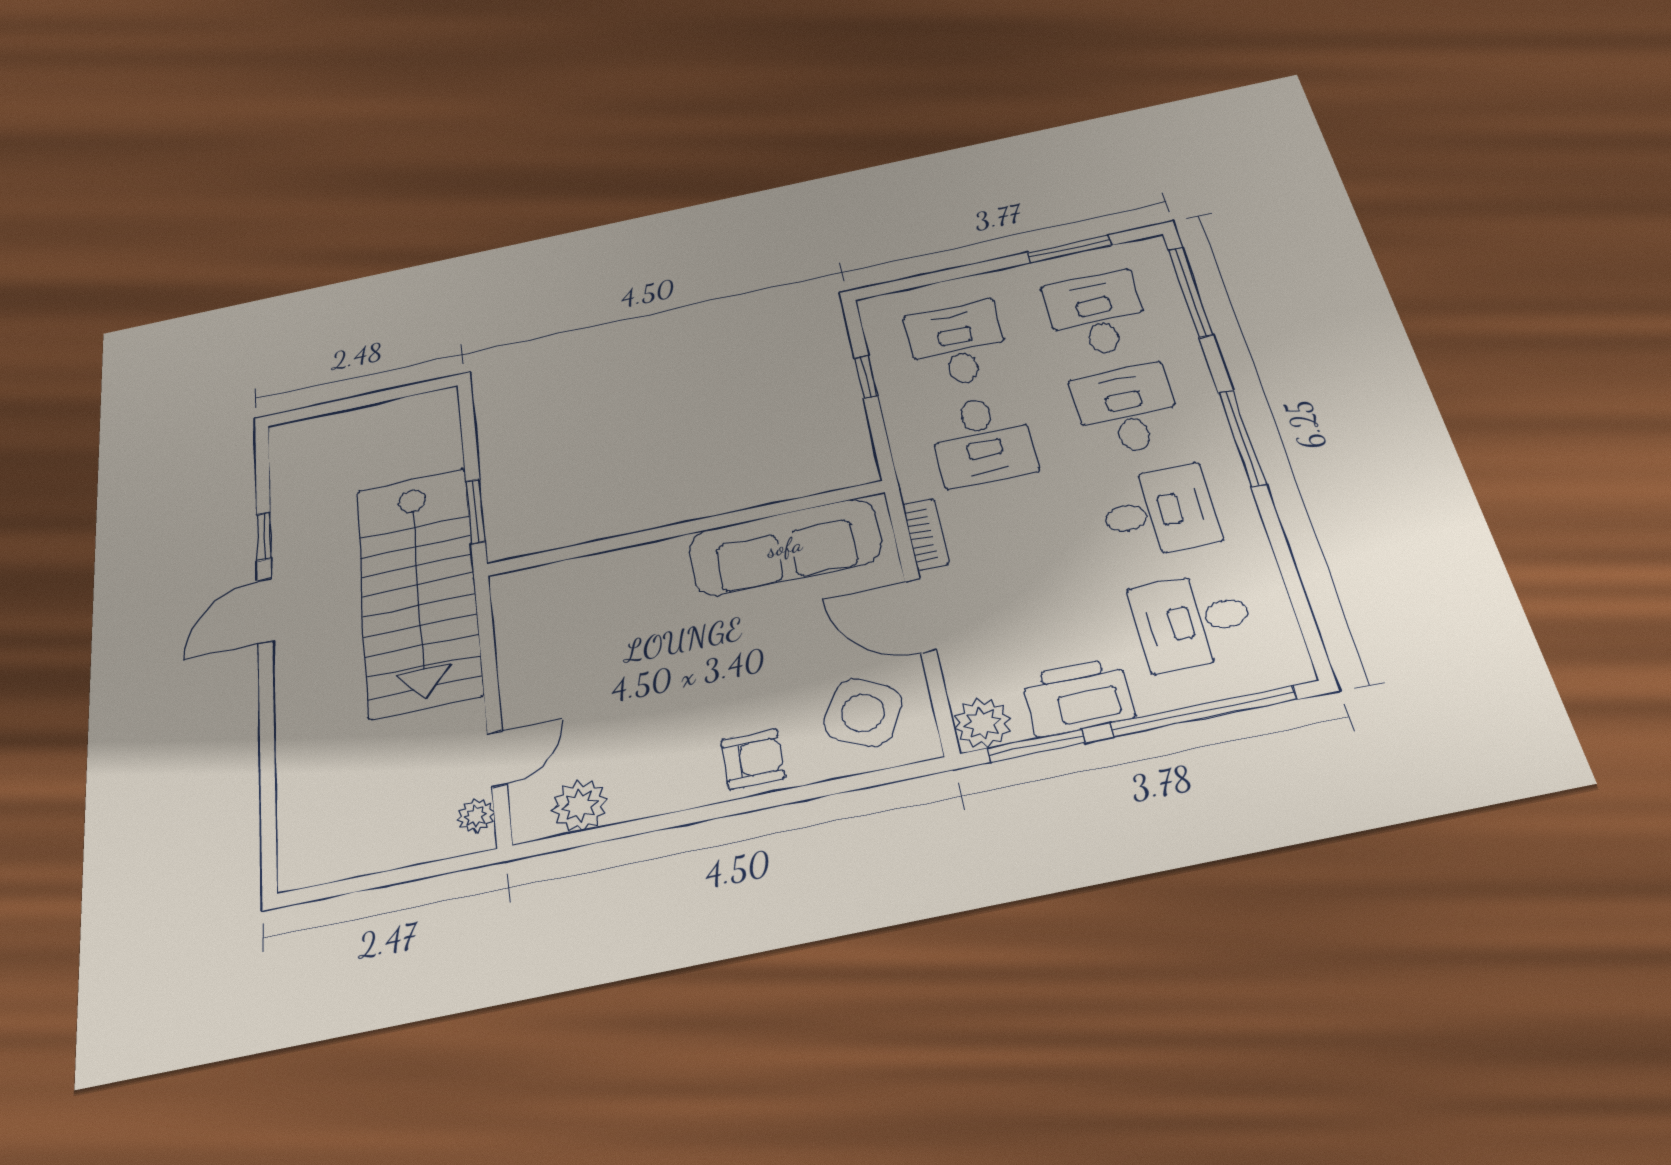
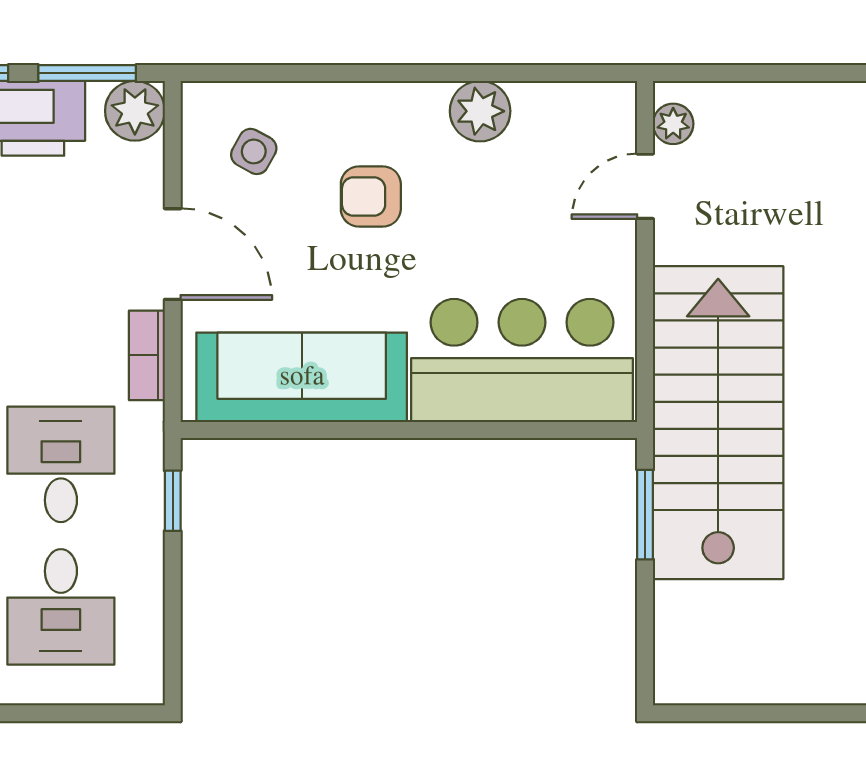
window: (866, 377) -> (173, 501), moved
bar counter: (593, 600) -> (522, 360), added
side table: (863, 713) -> (254, 151), width x0.54, depth x0.54
armchair: (753, 759) -> (371, 197), moved
plant: (580, 806) -> (480, 111), moved

